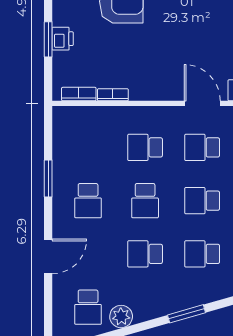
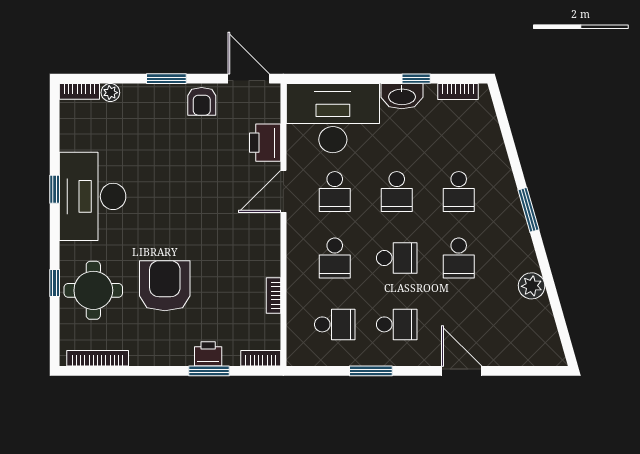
bookcase: (79, 94) -> (261, 358), moved, turned 90
school desk: (88, 307) -> (335, 324), moved

